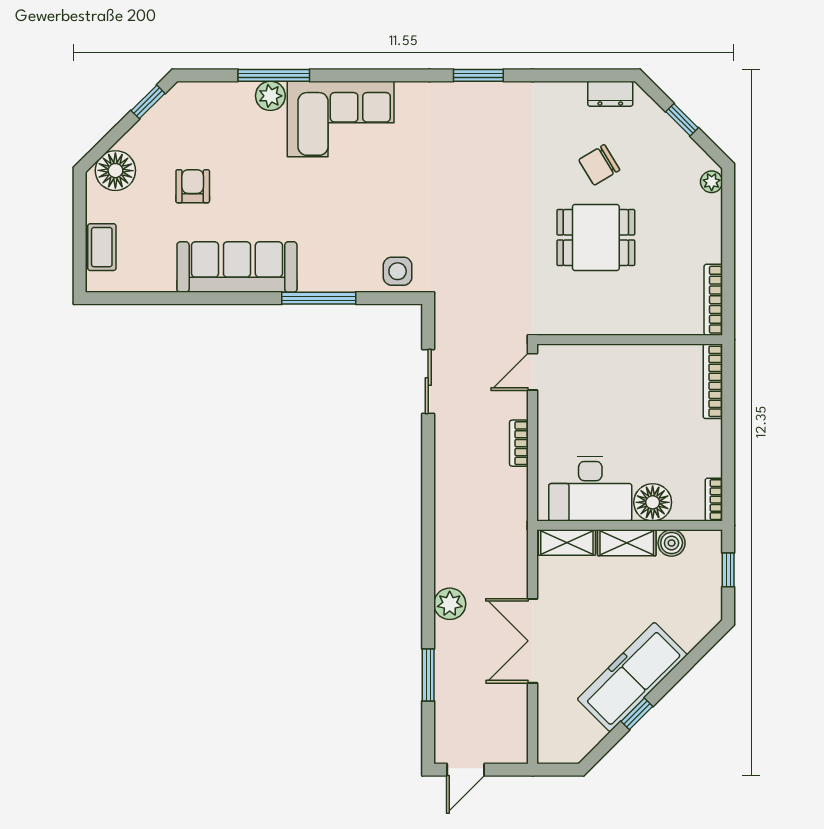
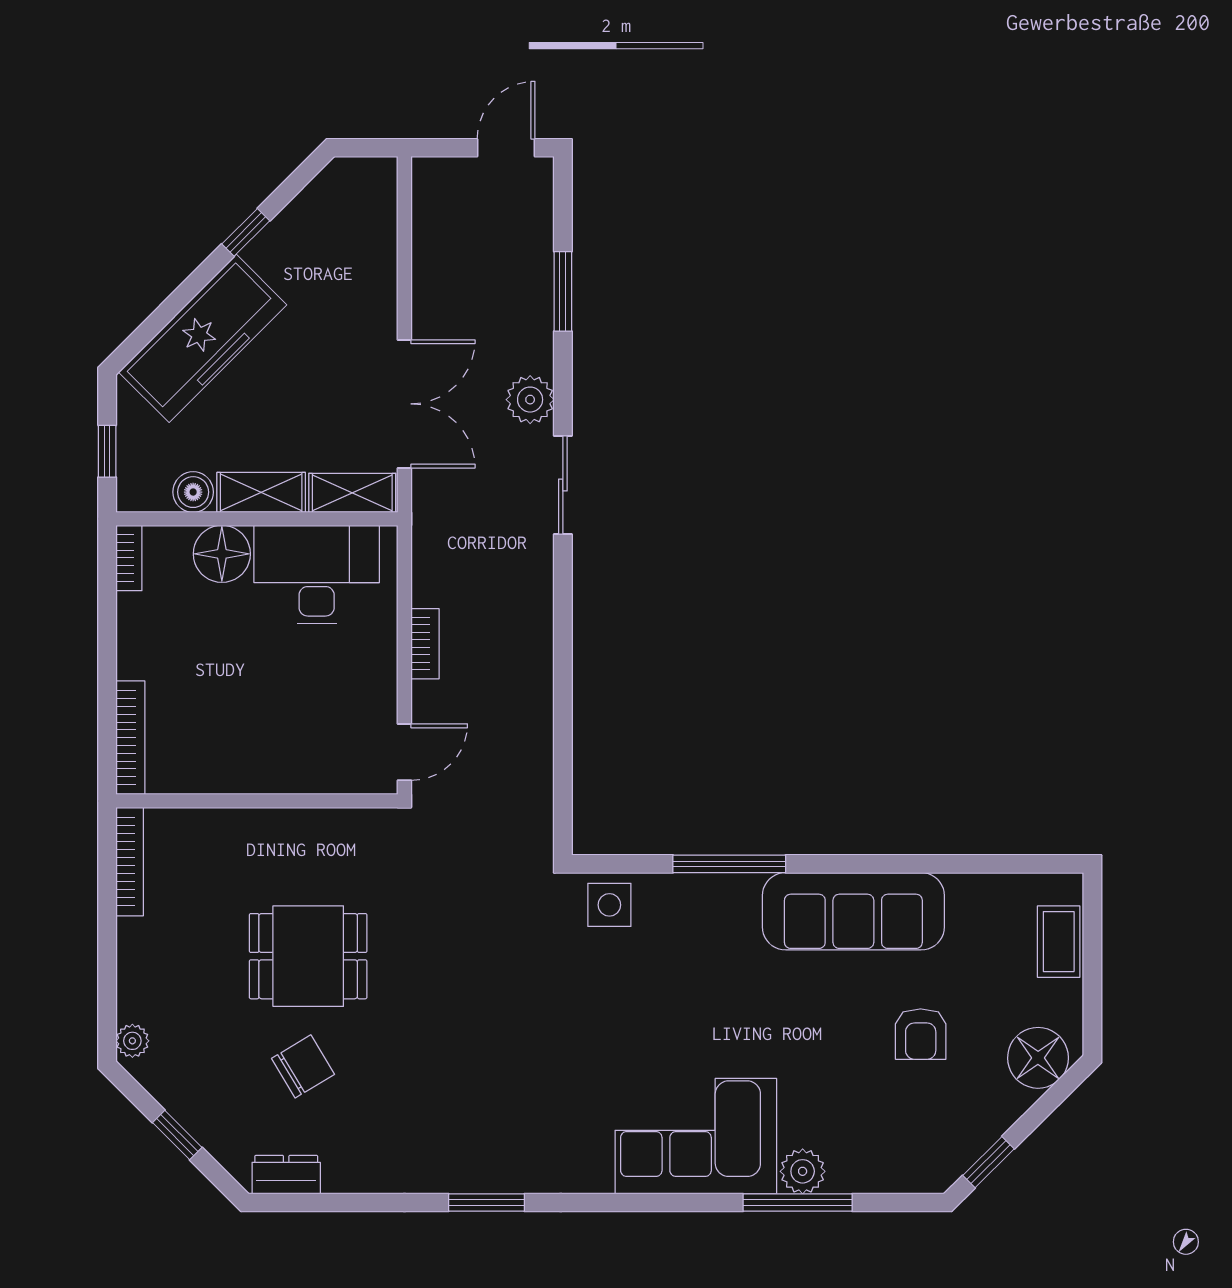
sliding door: (428, 381) -> (563, 485), moved
double door: (532, 641) -> (404, 404), moved
freezer: (632, 677) -> (203, 338), moved

